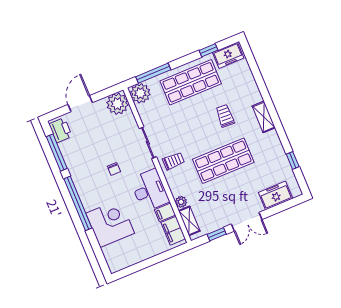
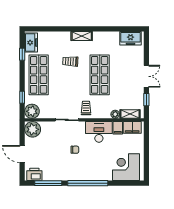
window: (153, 73) -> (22, 97), width x0.46
window: (293, 160) -> (119, 29), removed
freezer: (276, 195) -> (131, 38), moved, turned -90
corner desk: (110, 223) -> (126, 167), moved

